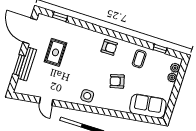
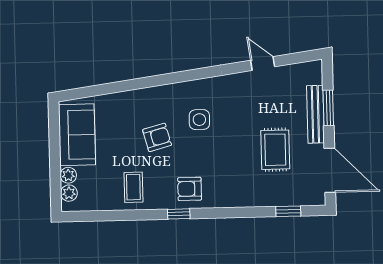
window: (160, 49) -> (179, 214), moved
side table: (87, 96) -> (199, 120), moved
sofa: (148, 106) -> (77, 135), moved, turned -82

